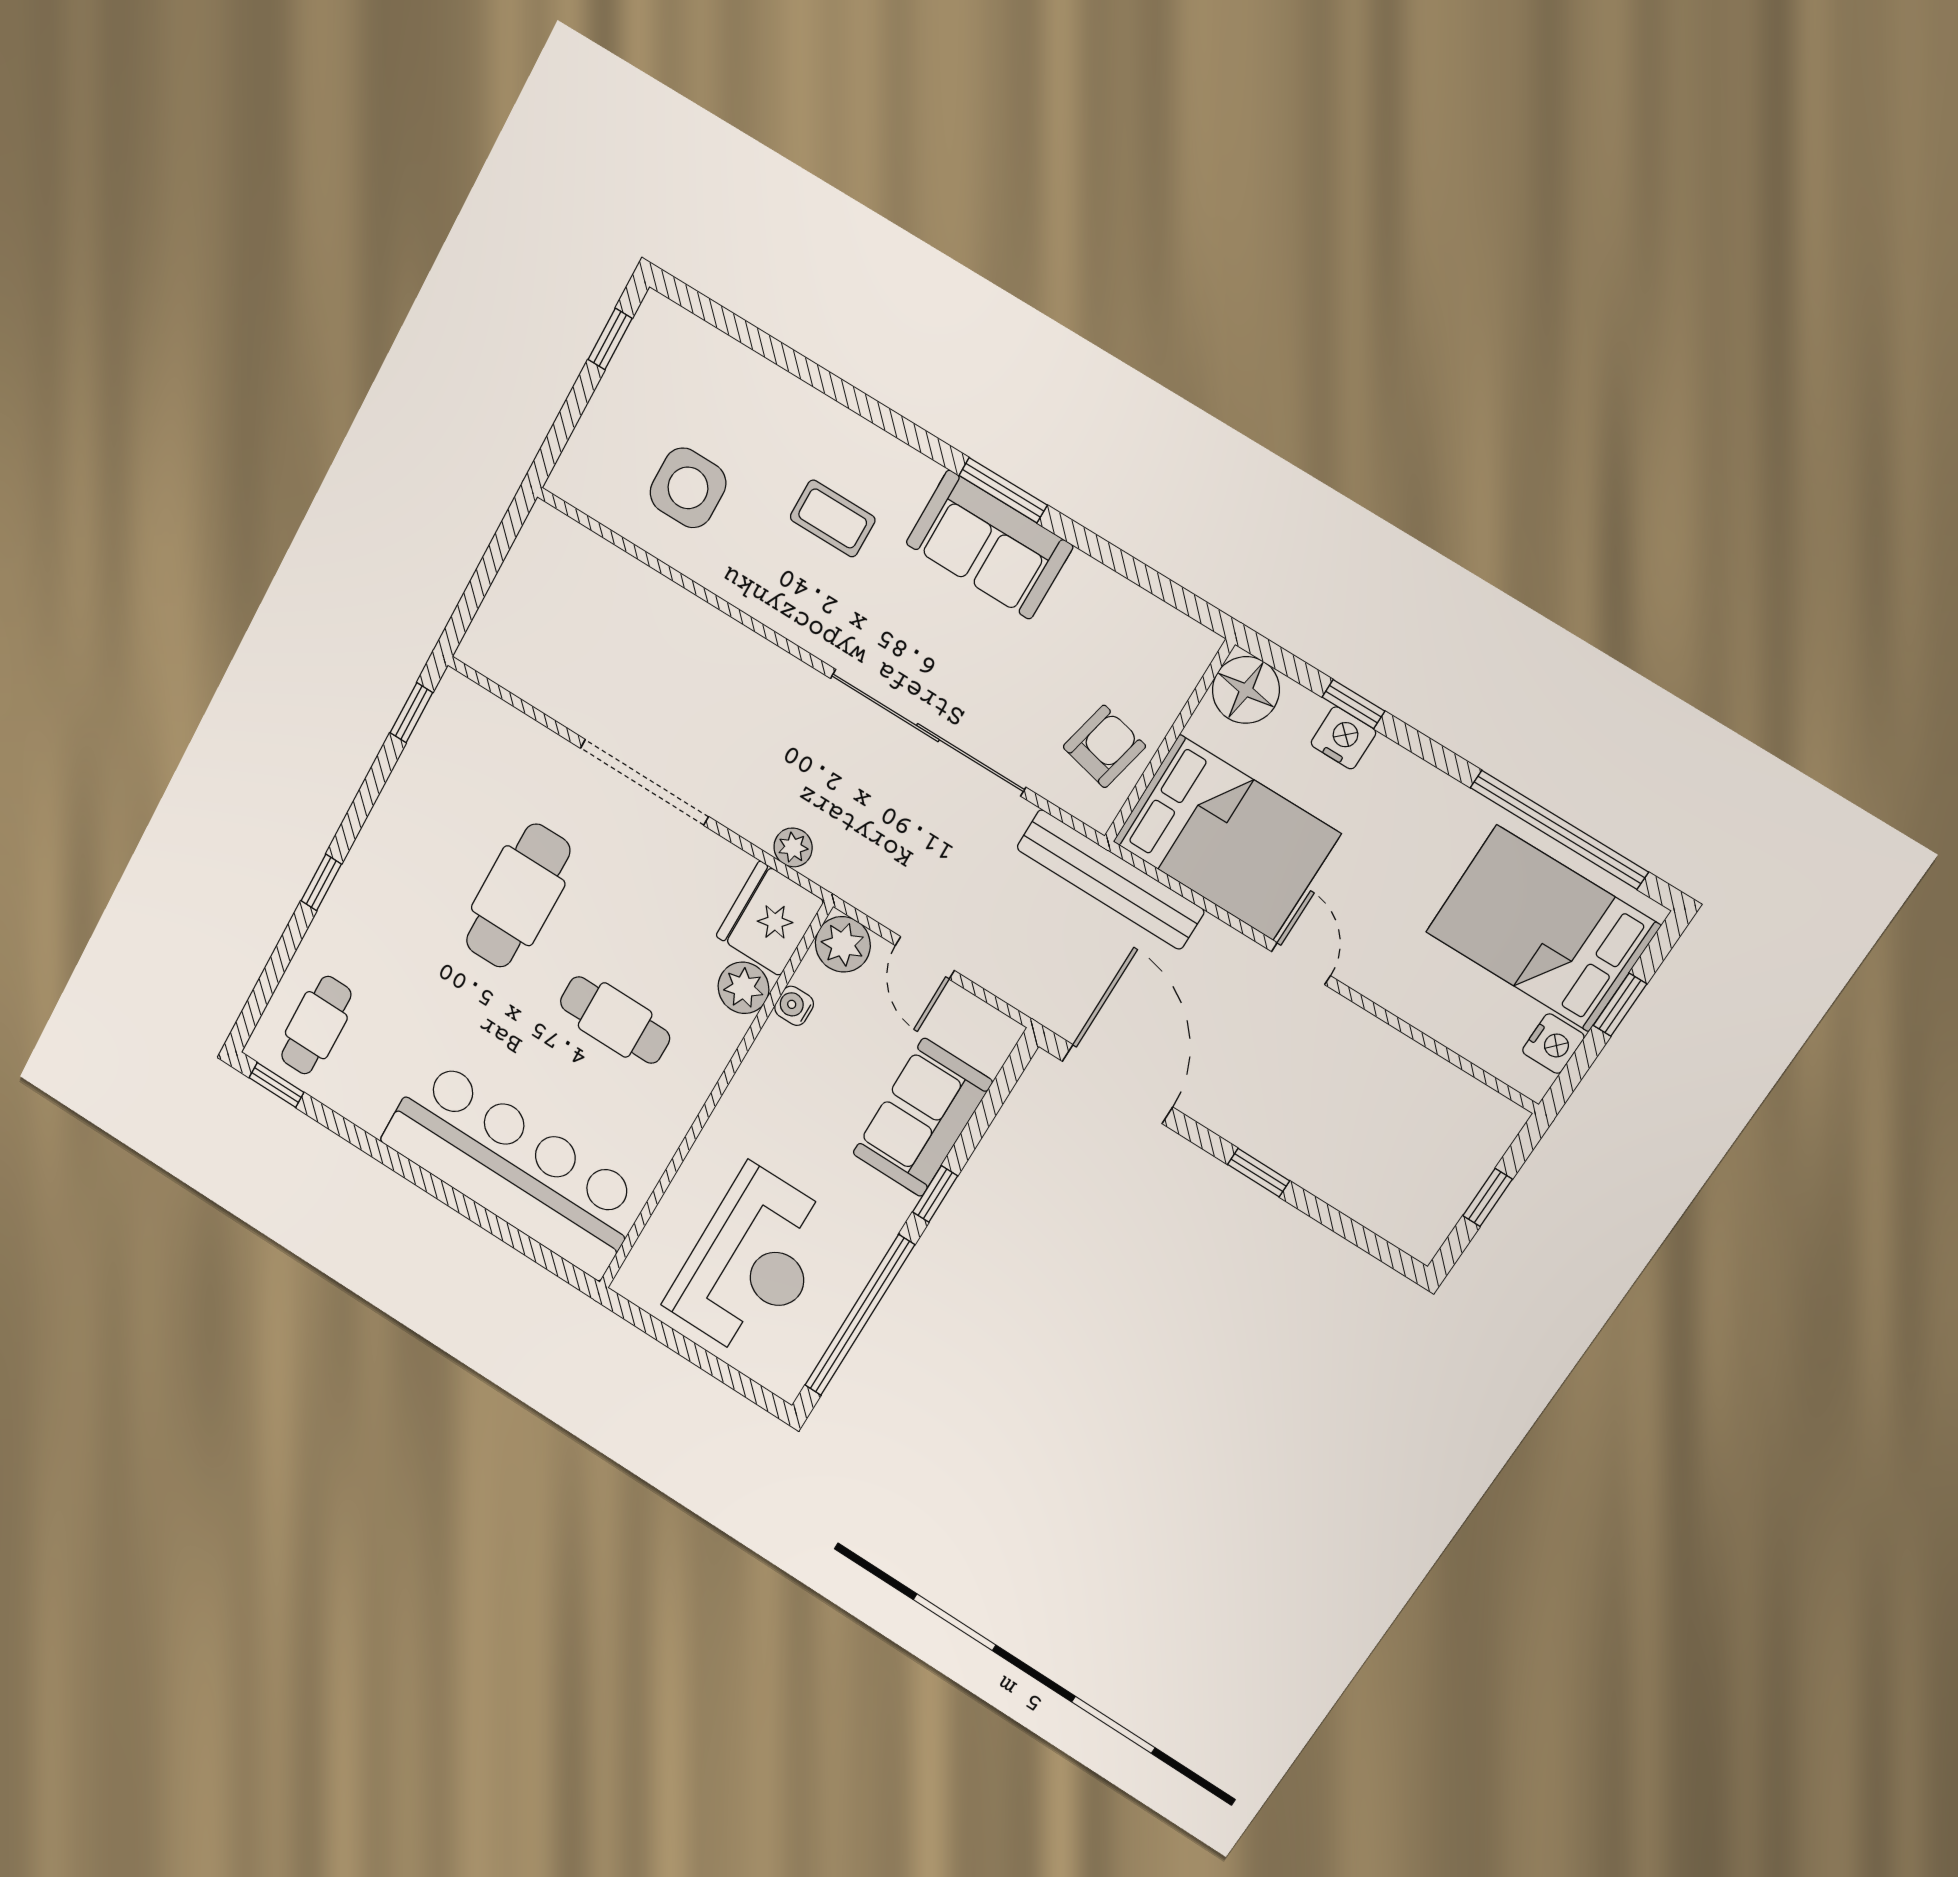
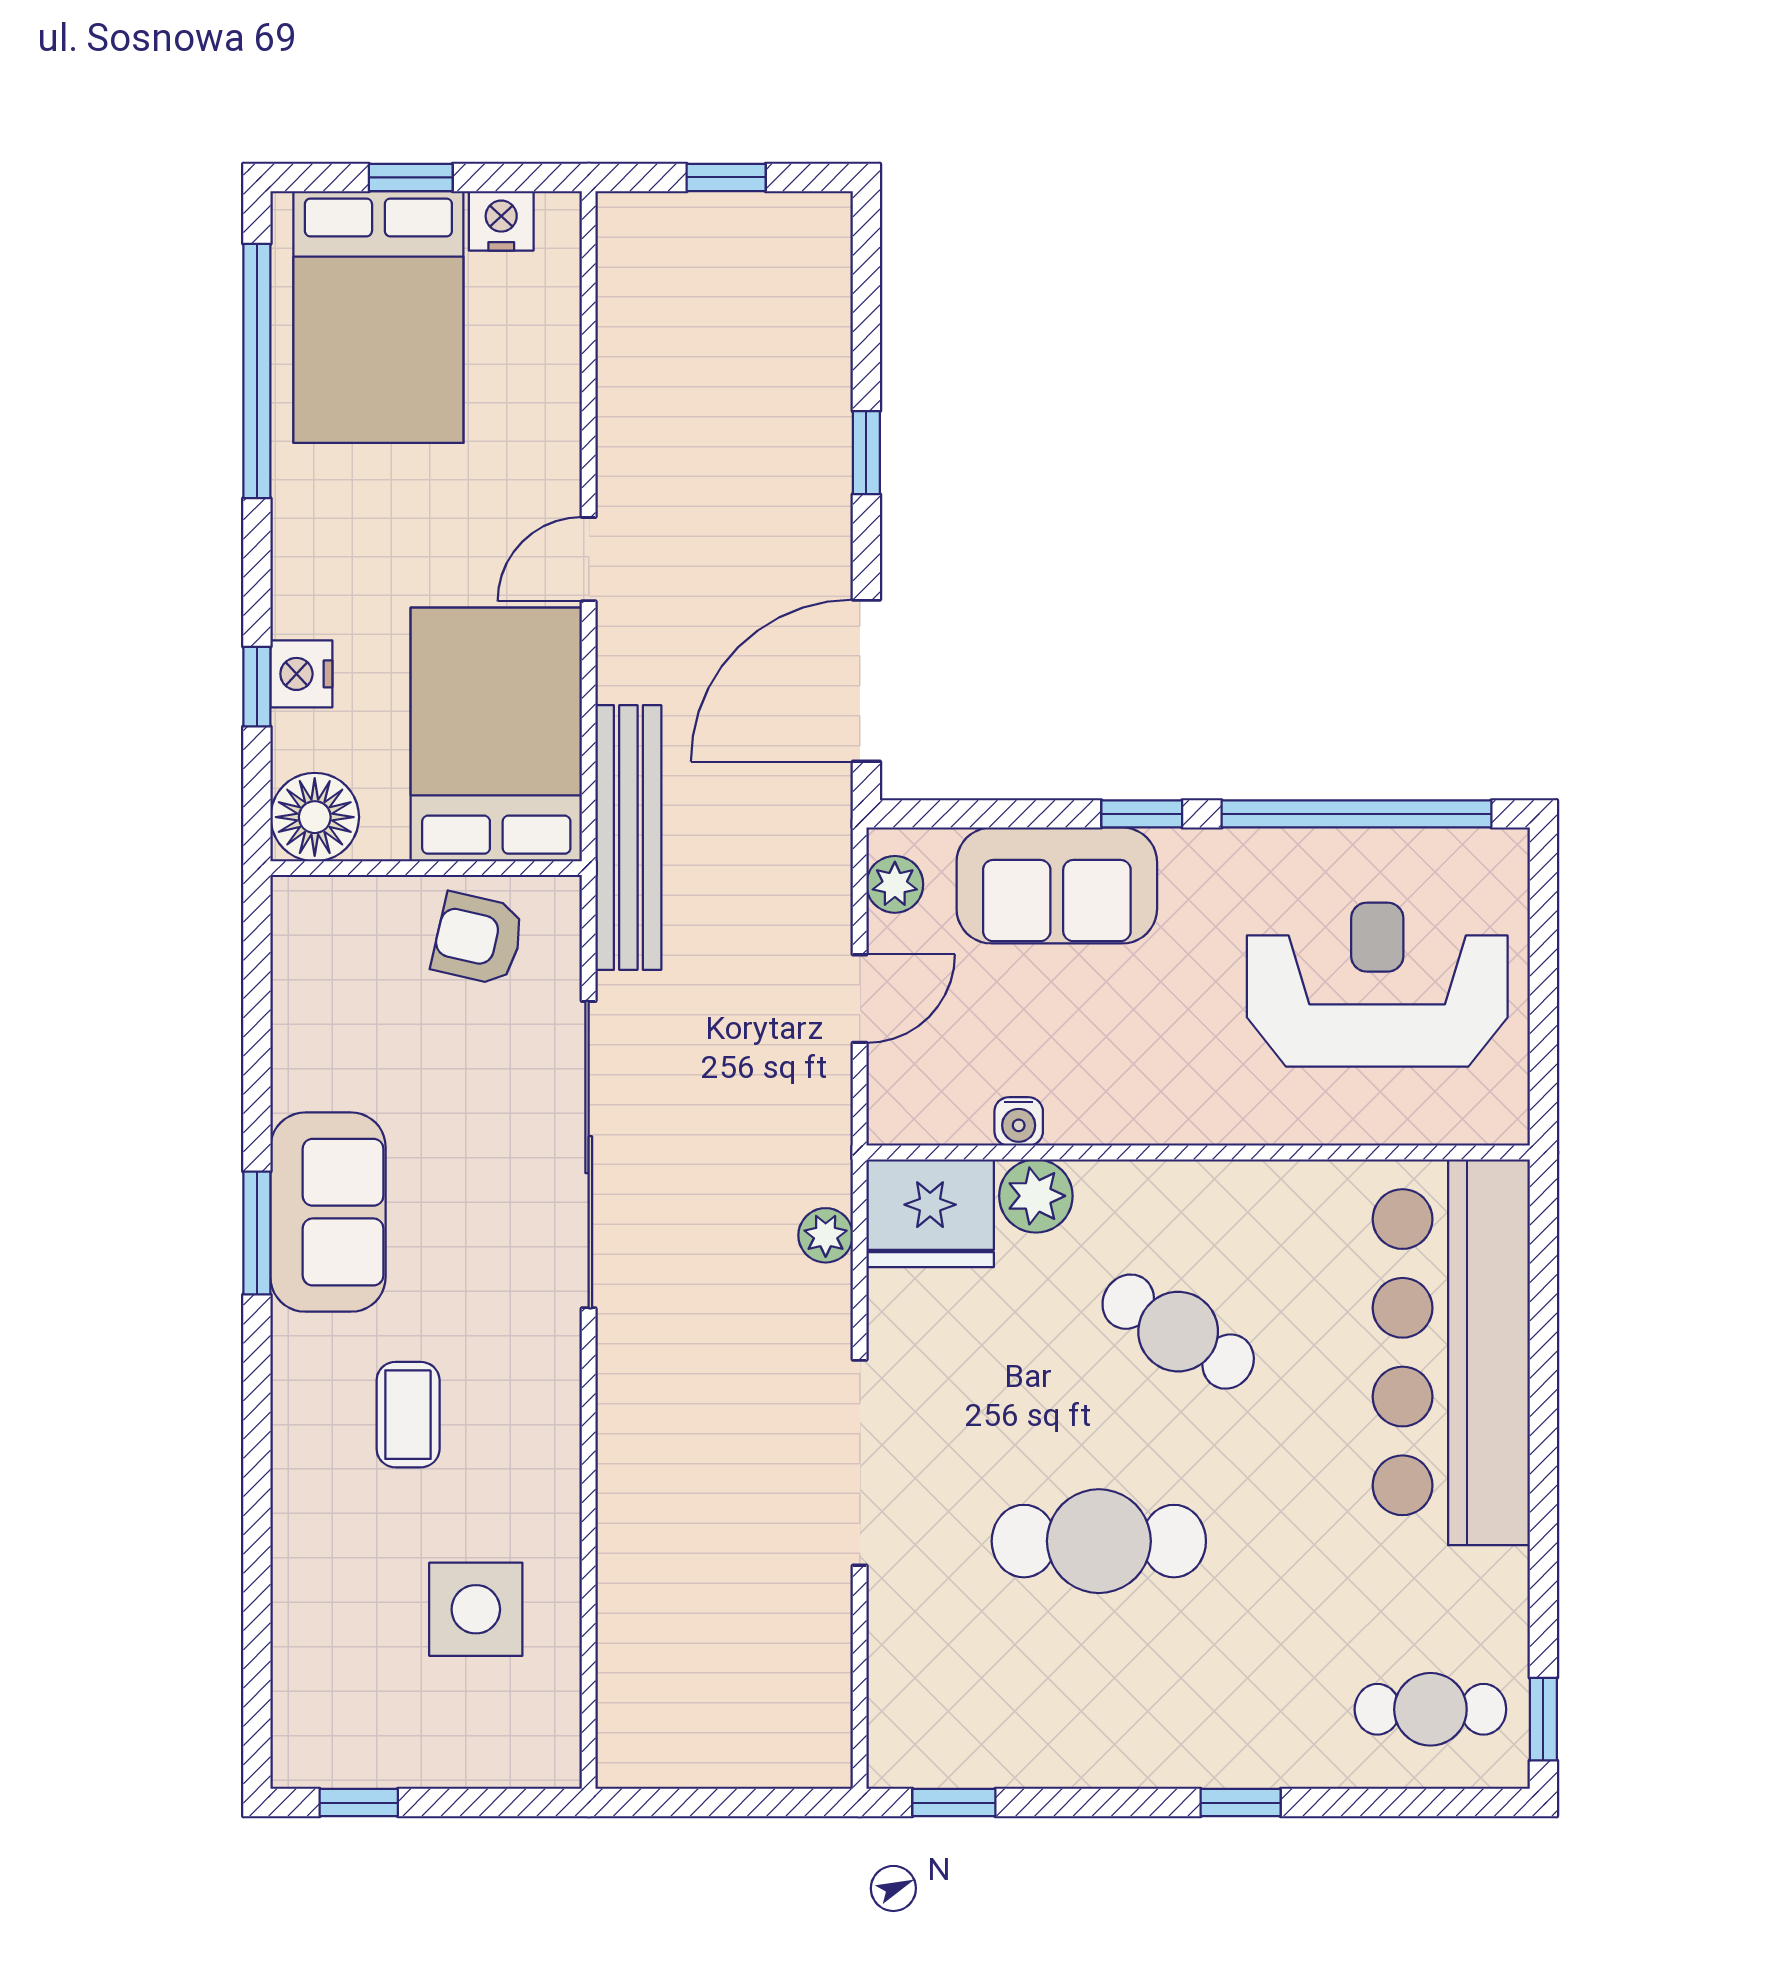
plant: (843, 944) -> (895, 884), moved, width x0.73, depth x0.73
cafe table: (615, 1020) -> (1178, 1332), turned -59

